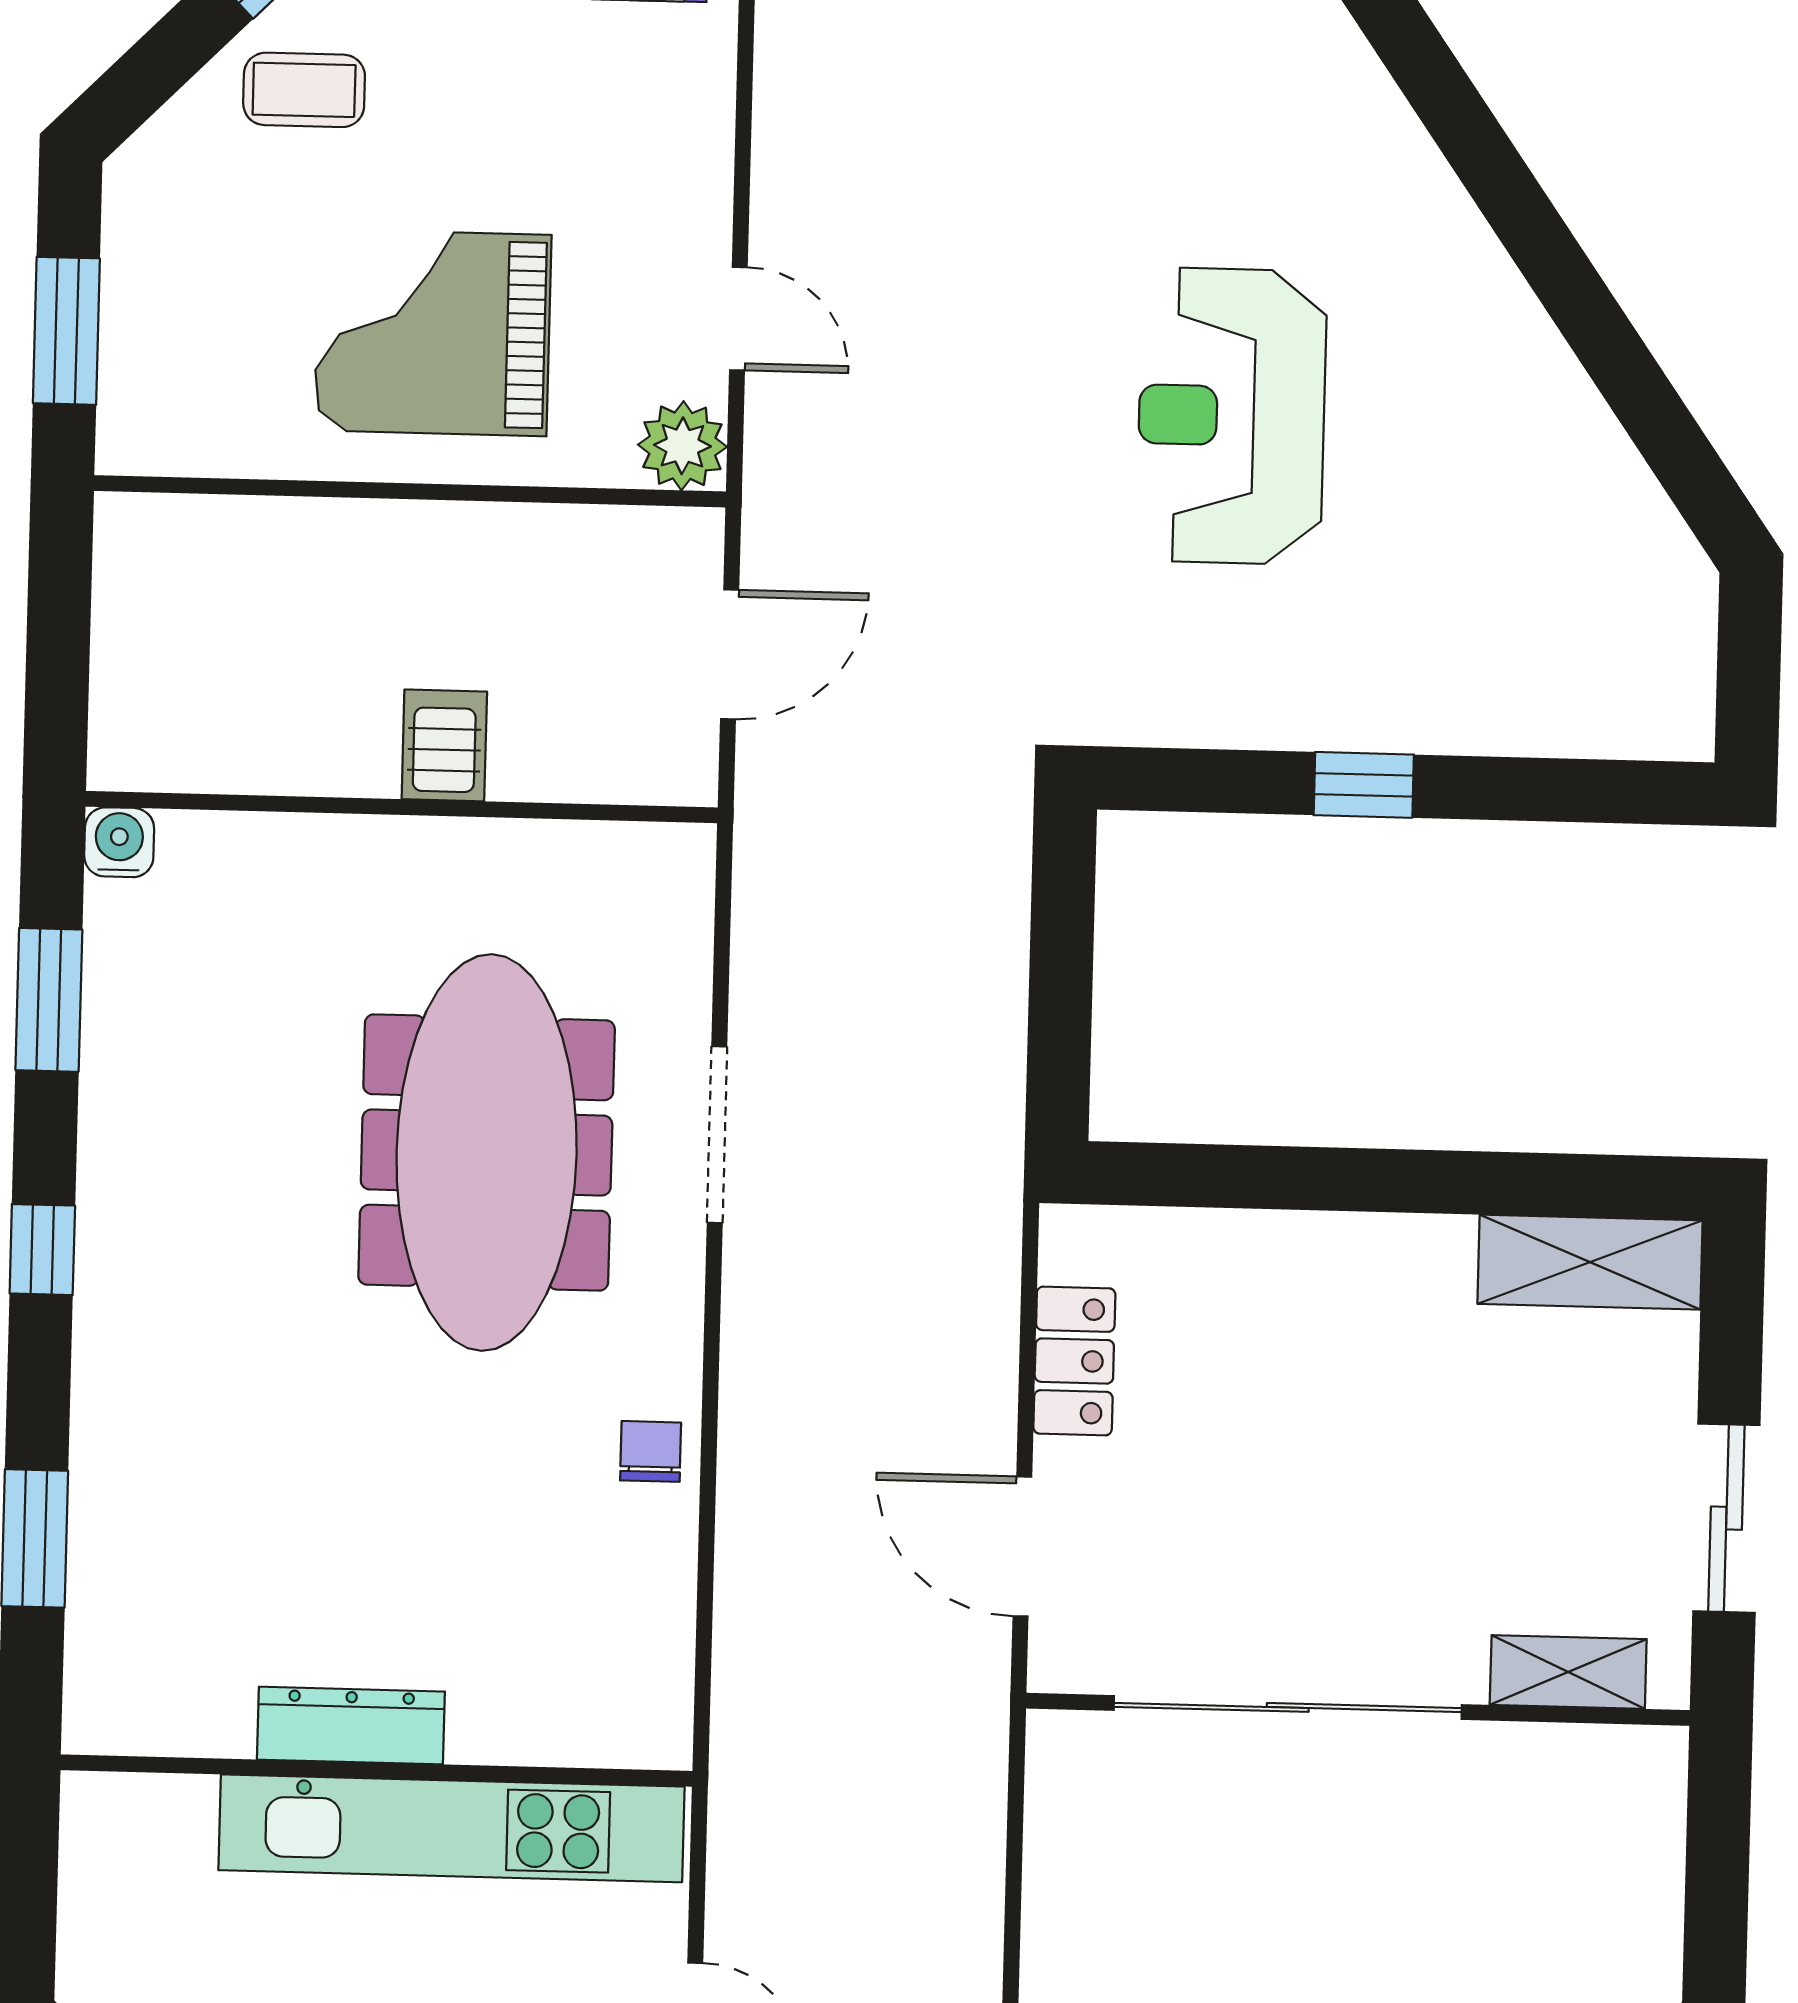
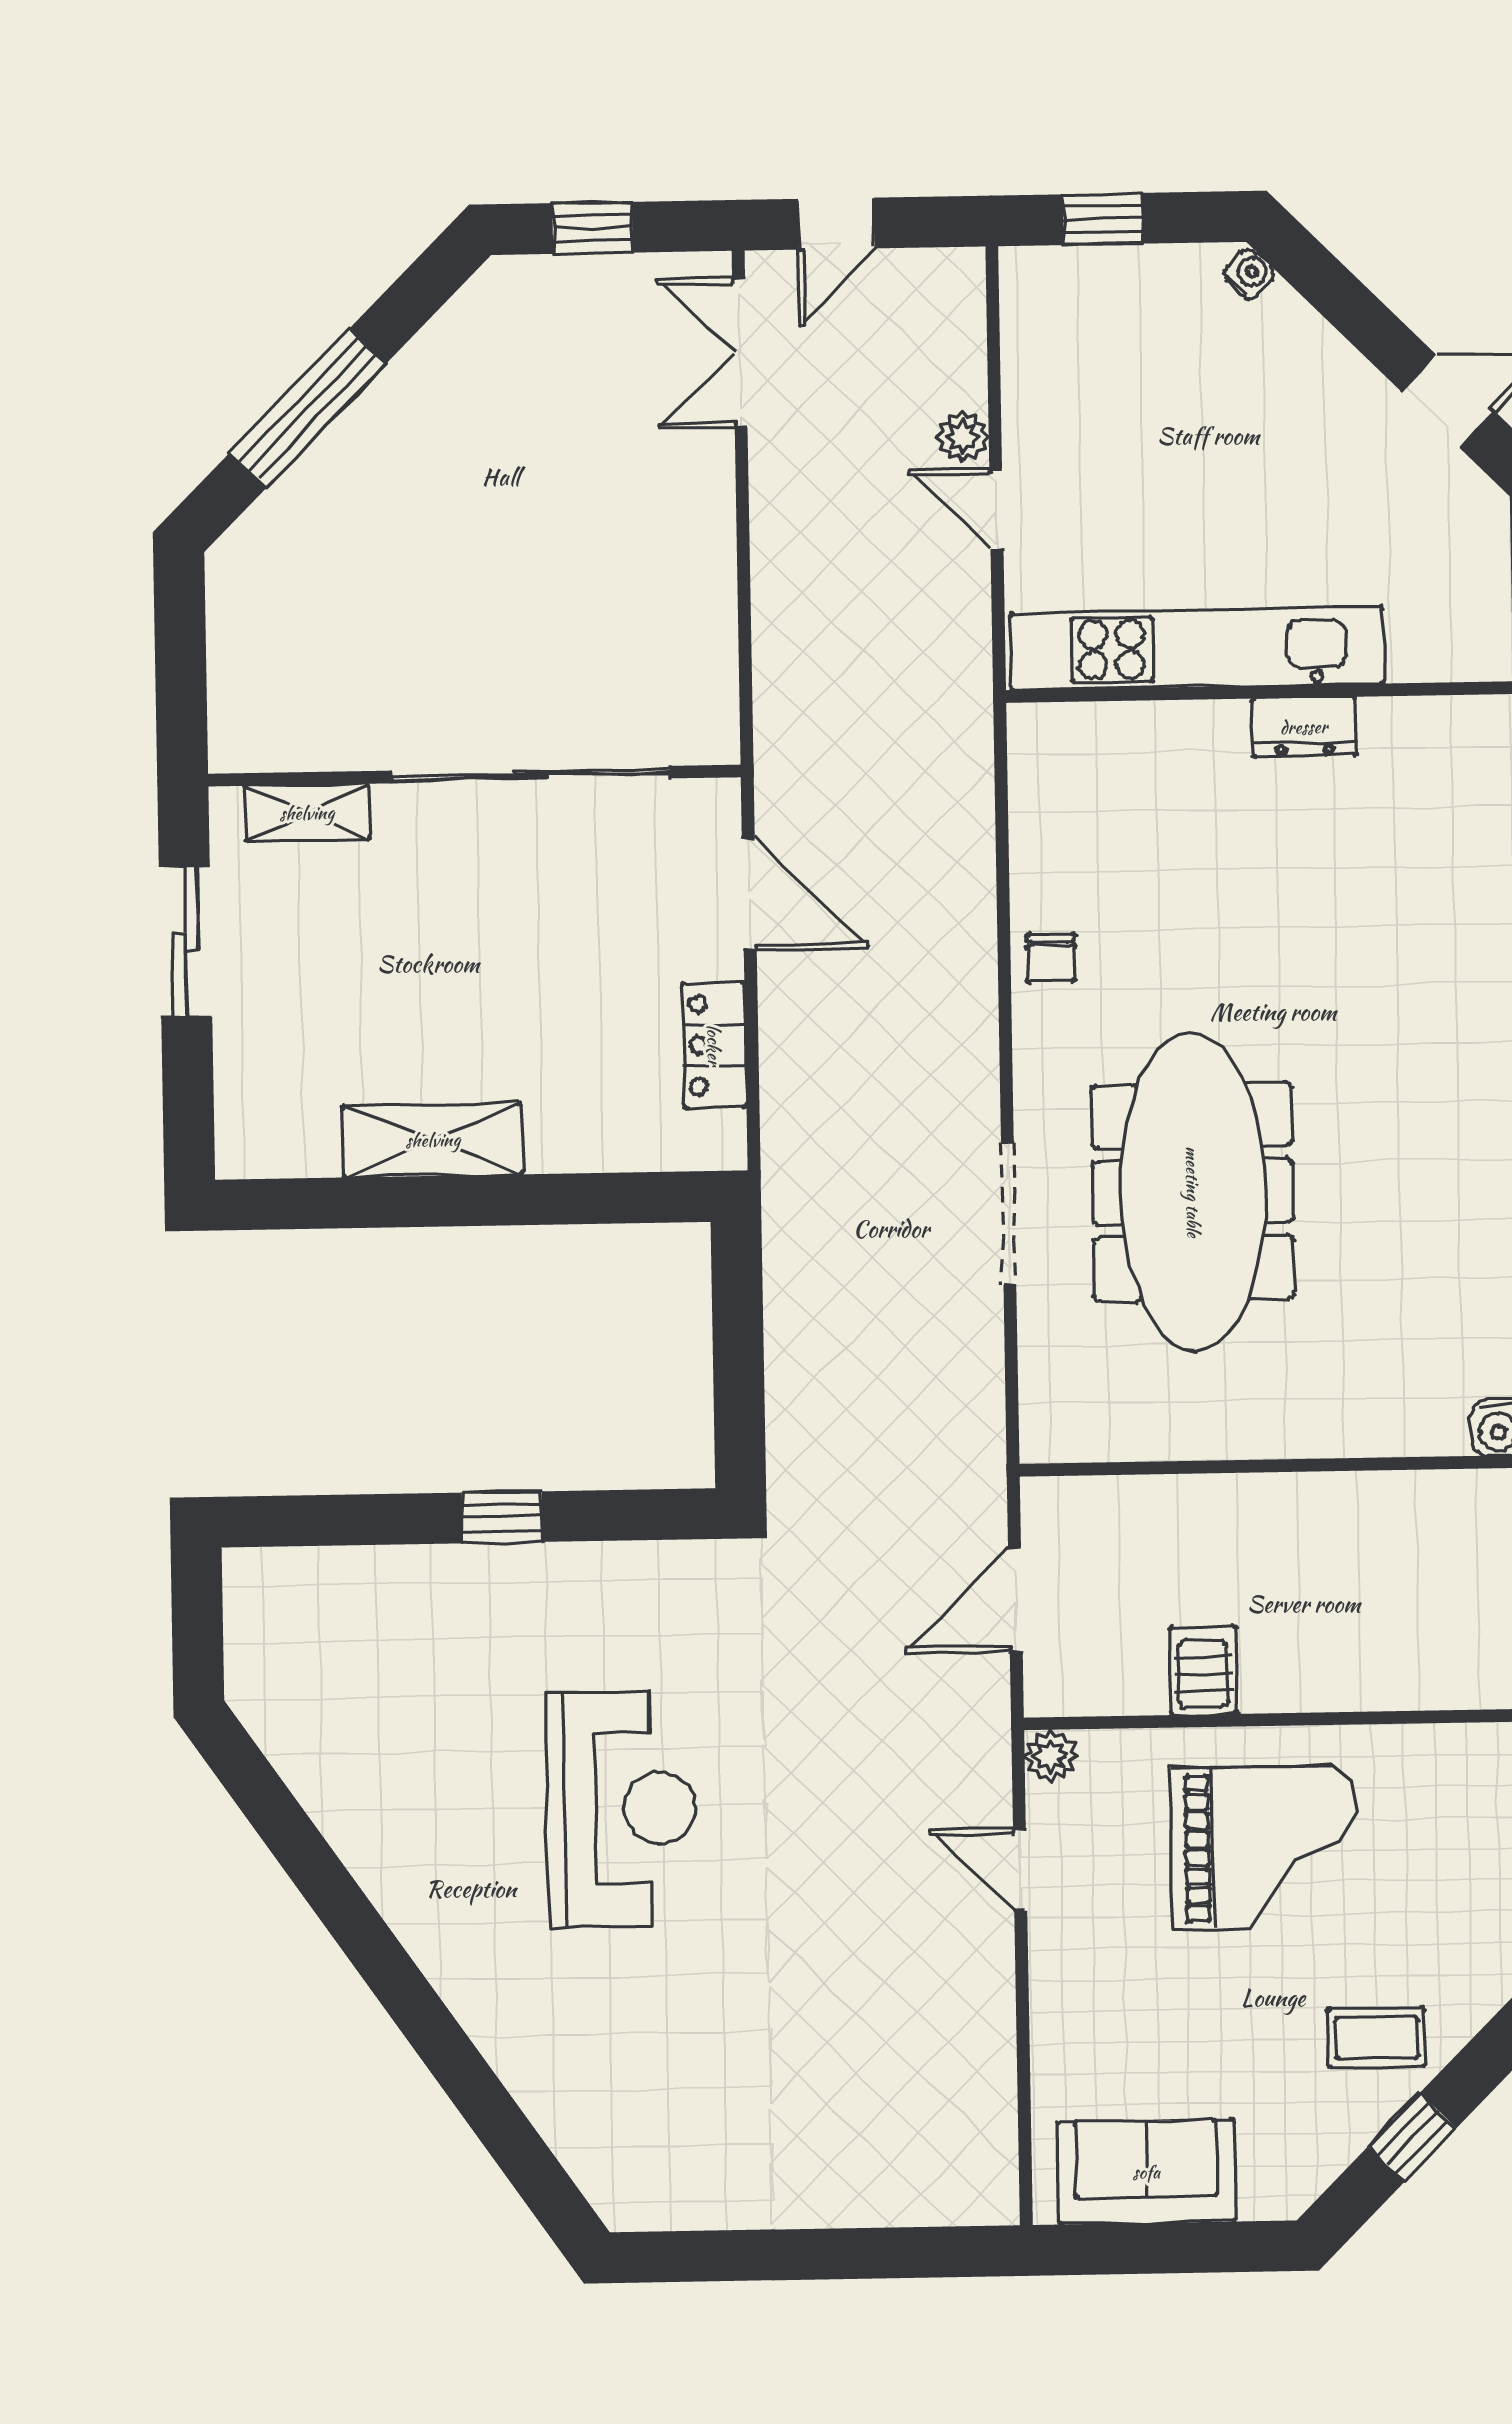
plant: (682, 446) -> (1051, 1756), width x0.73, depth x0.73
server rack: (444, 745) -> (1203, 1670), moved, turned 180
shelving: (1590, 1262) -> (433, 1140), moved
dresser: (351, 1726) -> (1304, 727), width x0.70

